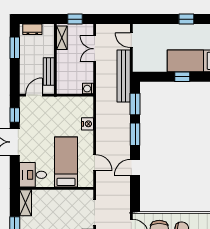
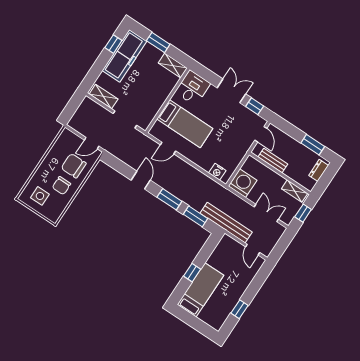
door: (131, 40) -> (253, 250), swing flipped
washing machine: (88, 89) -> (243, 183), width x1.89, depth x1.89
nightstand: (87, 124) -> (217, 172), moved

